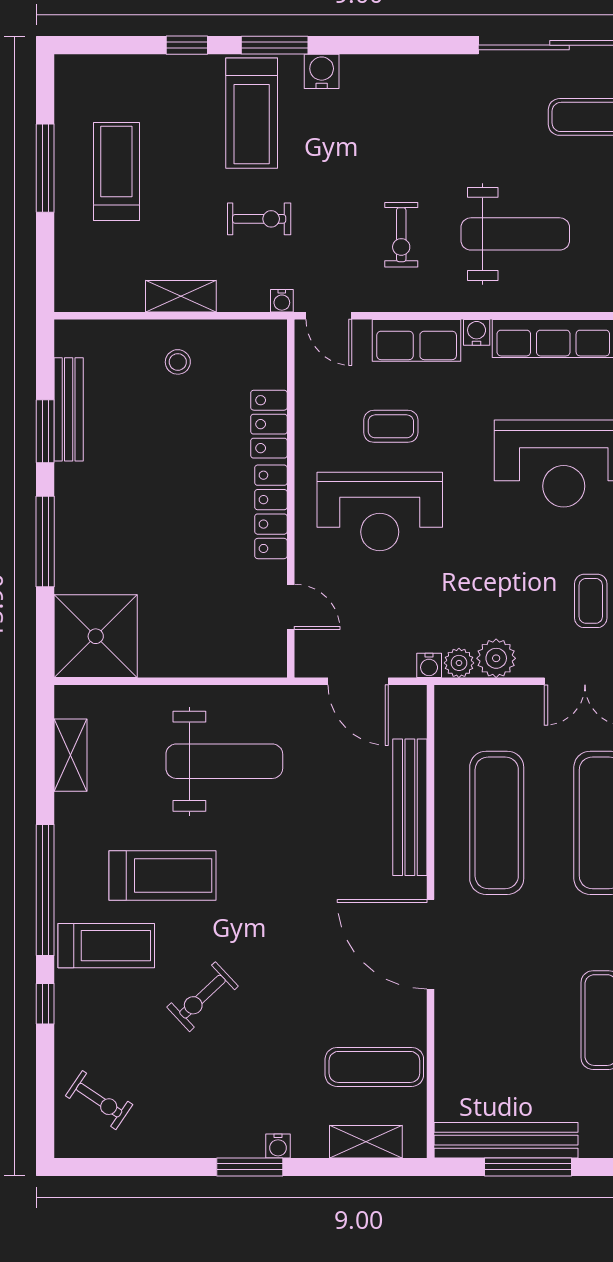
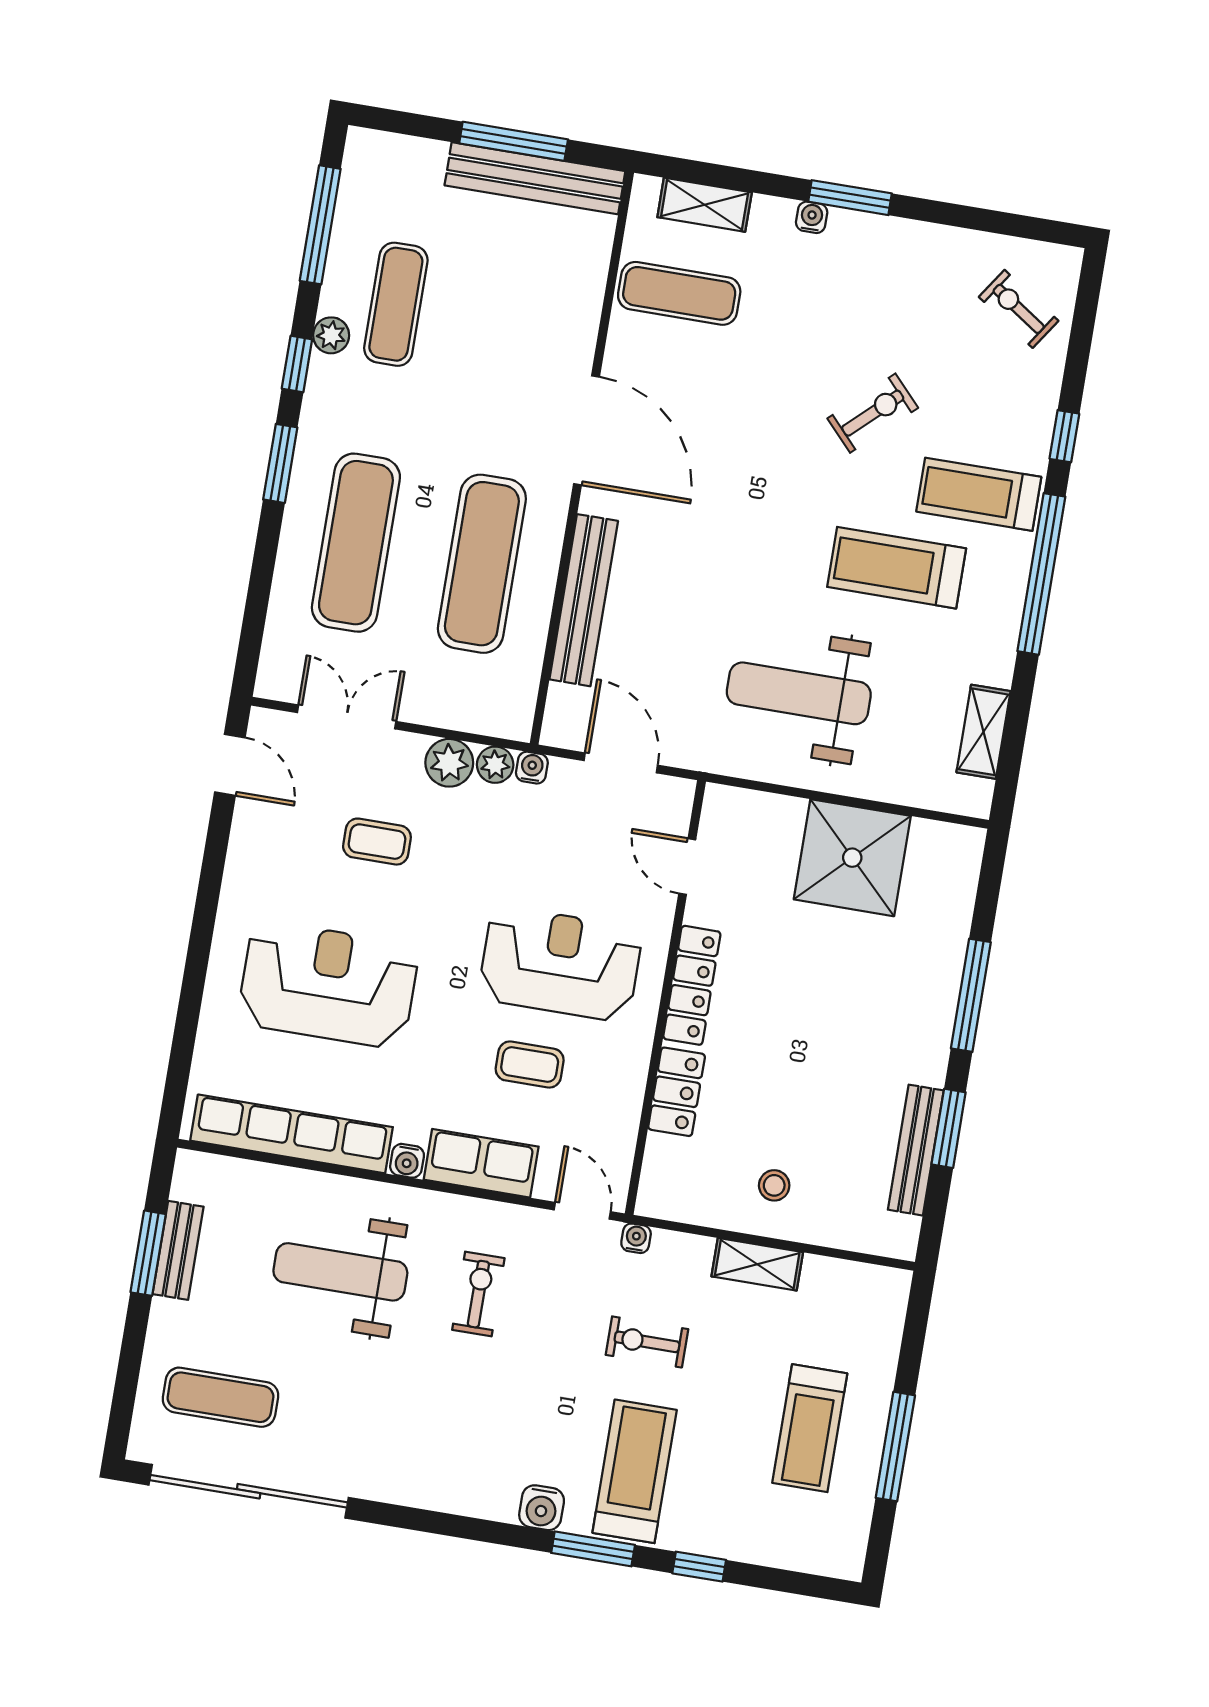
coffee table: (591, 601) -> (377, 842), moved, turned 90
shower: (96, 636) -> (852, 858), moved

